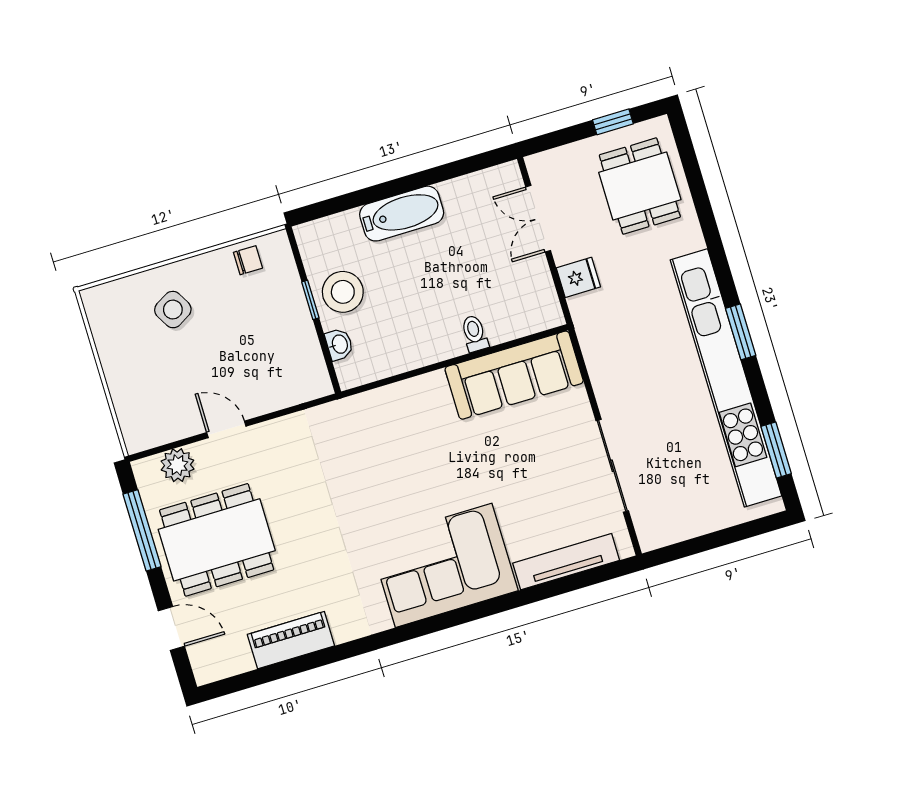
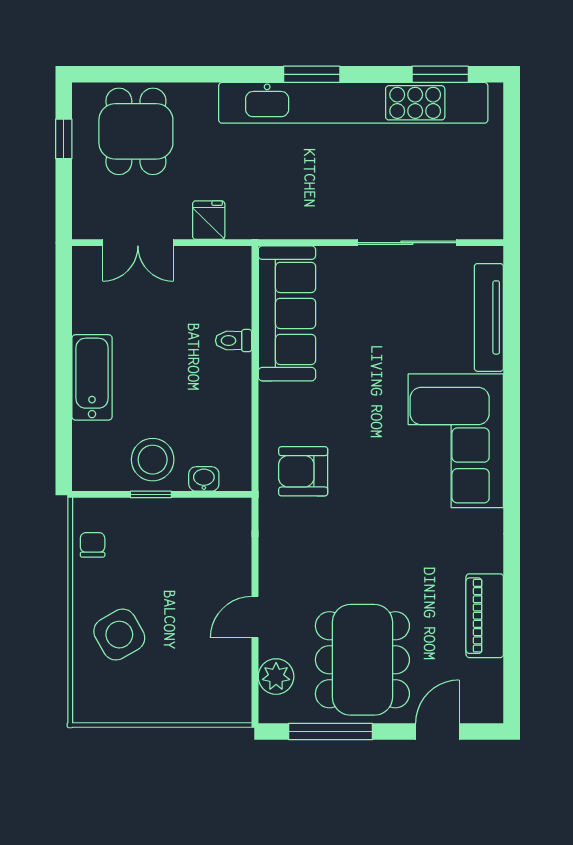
dining table: (640, 186) -> (136, 131), turned 90
side table: (173, 310) -> (119, 635), width x1.37, depth x1.37
armchair: (374, 433) -> (303, 471), added

